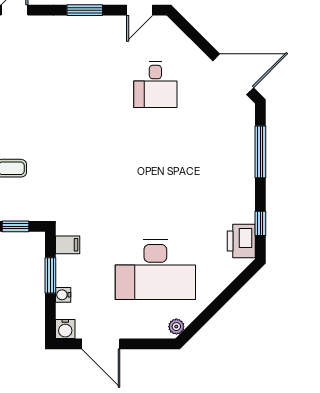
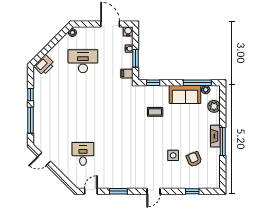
door: (233, 74) -> (44, 159), width x0.53
window: (260, 223) -> (30, 95), moved
printer: (241, 241) -> (44, 65), moved, turned 45
desk: (155, 270) -> (83, 61), width x0.73, depth x0.77

